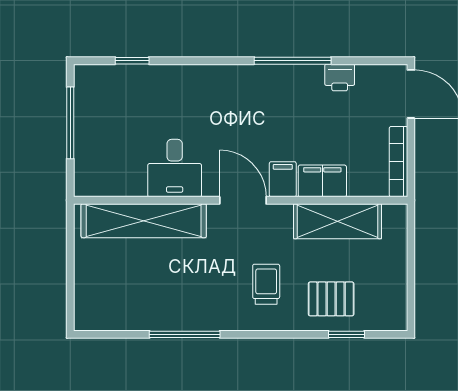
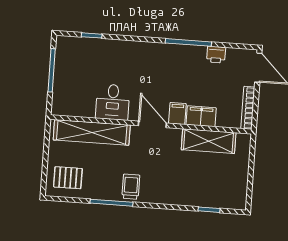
trolley: (266, 284) -> (131, 187), moved
pallet: (331, 299) -> (68, 178), moved

